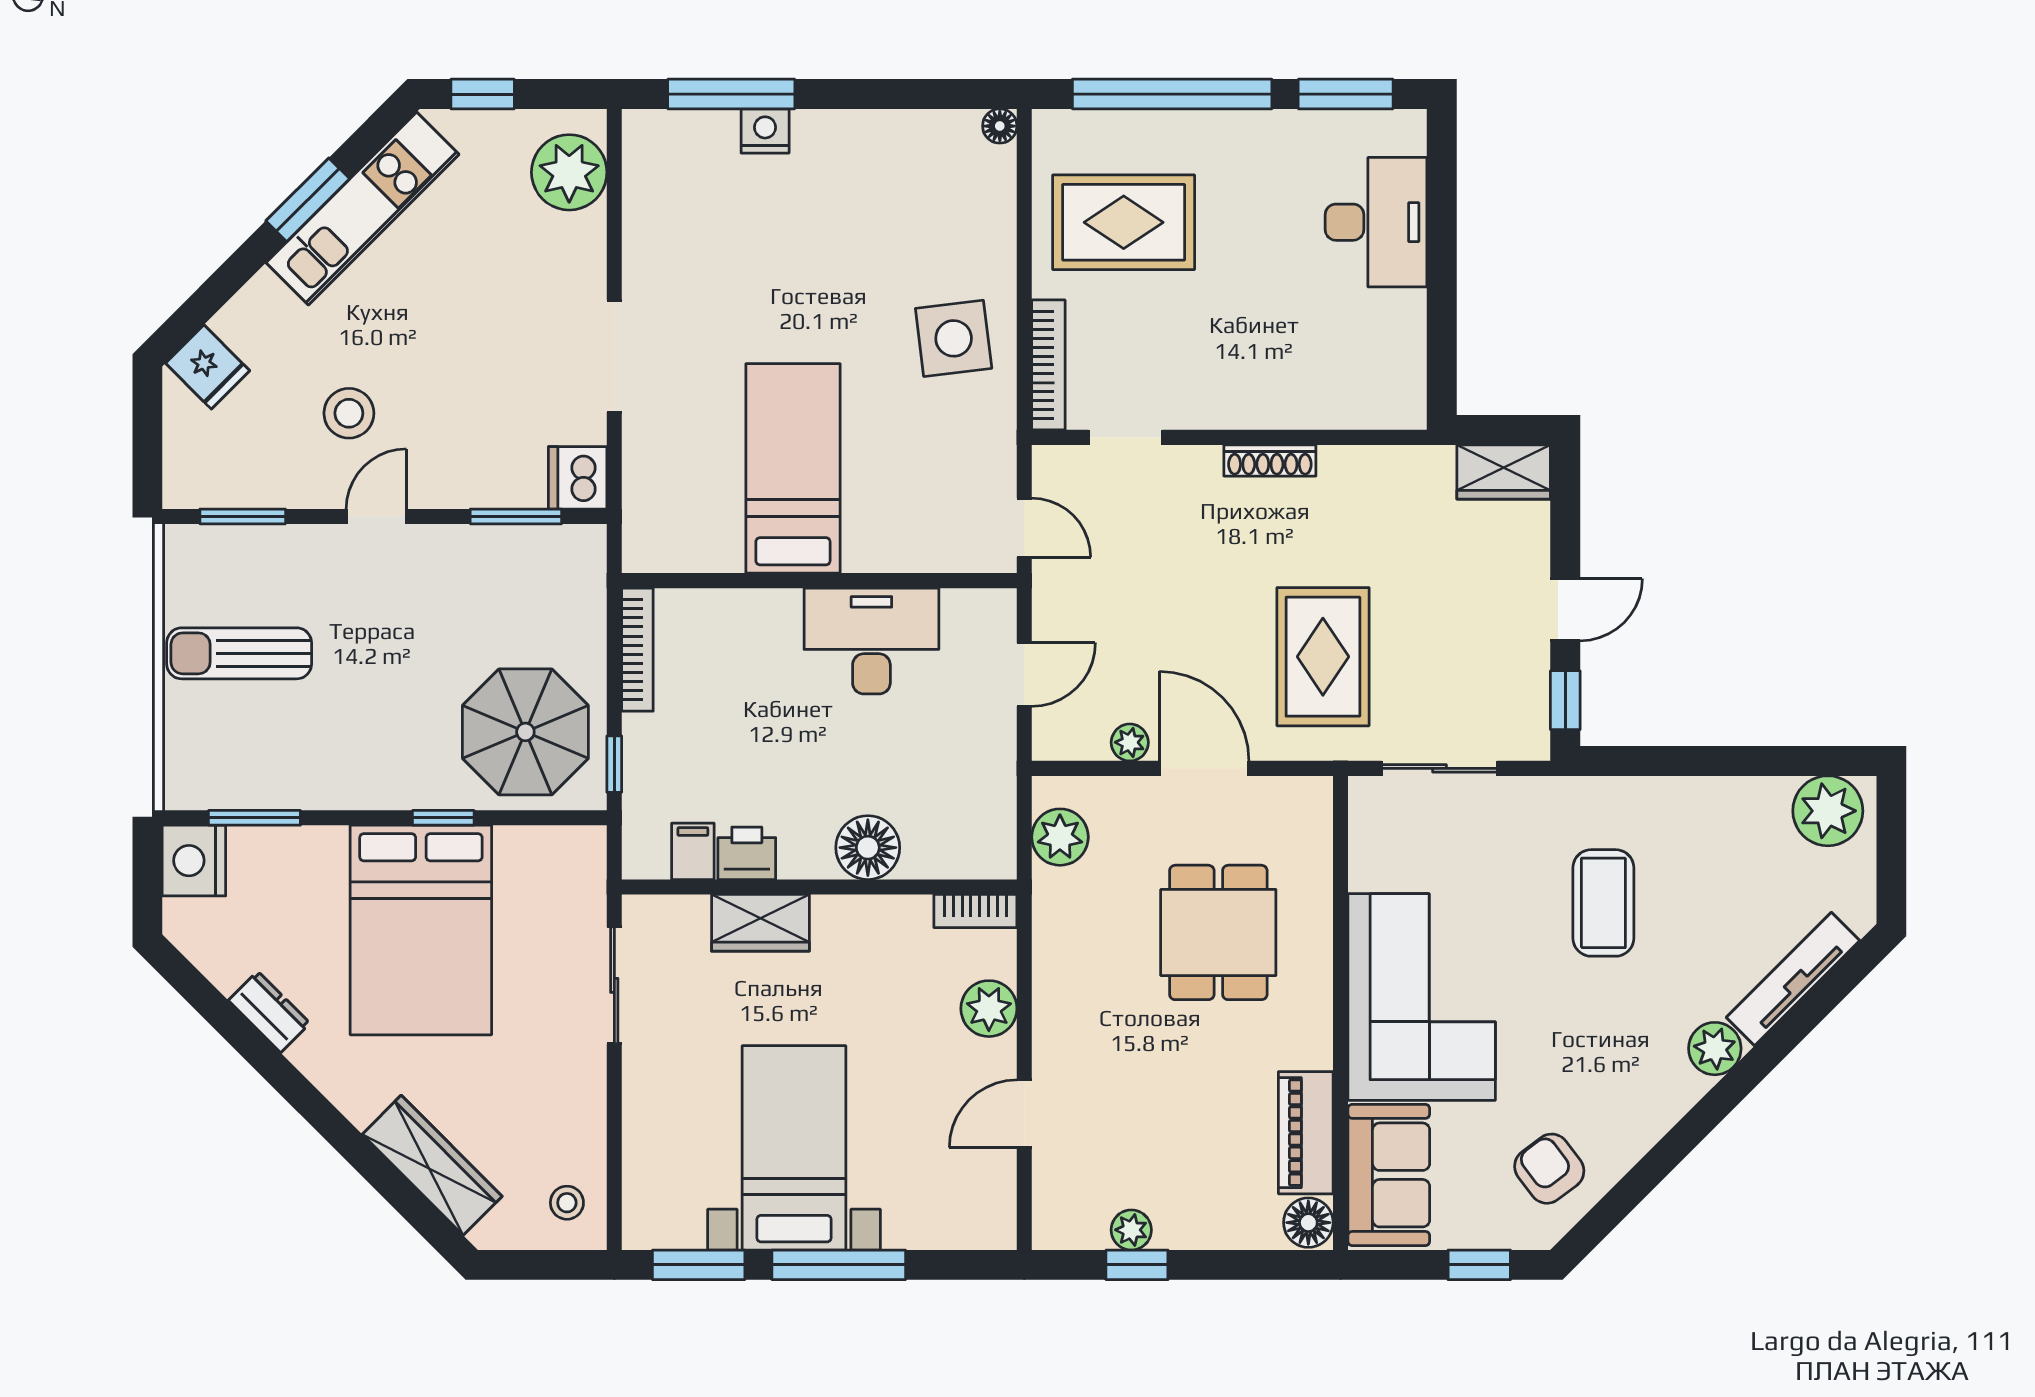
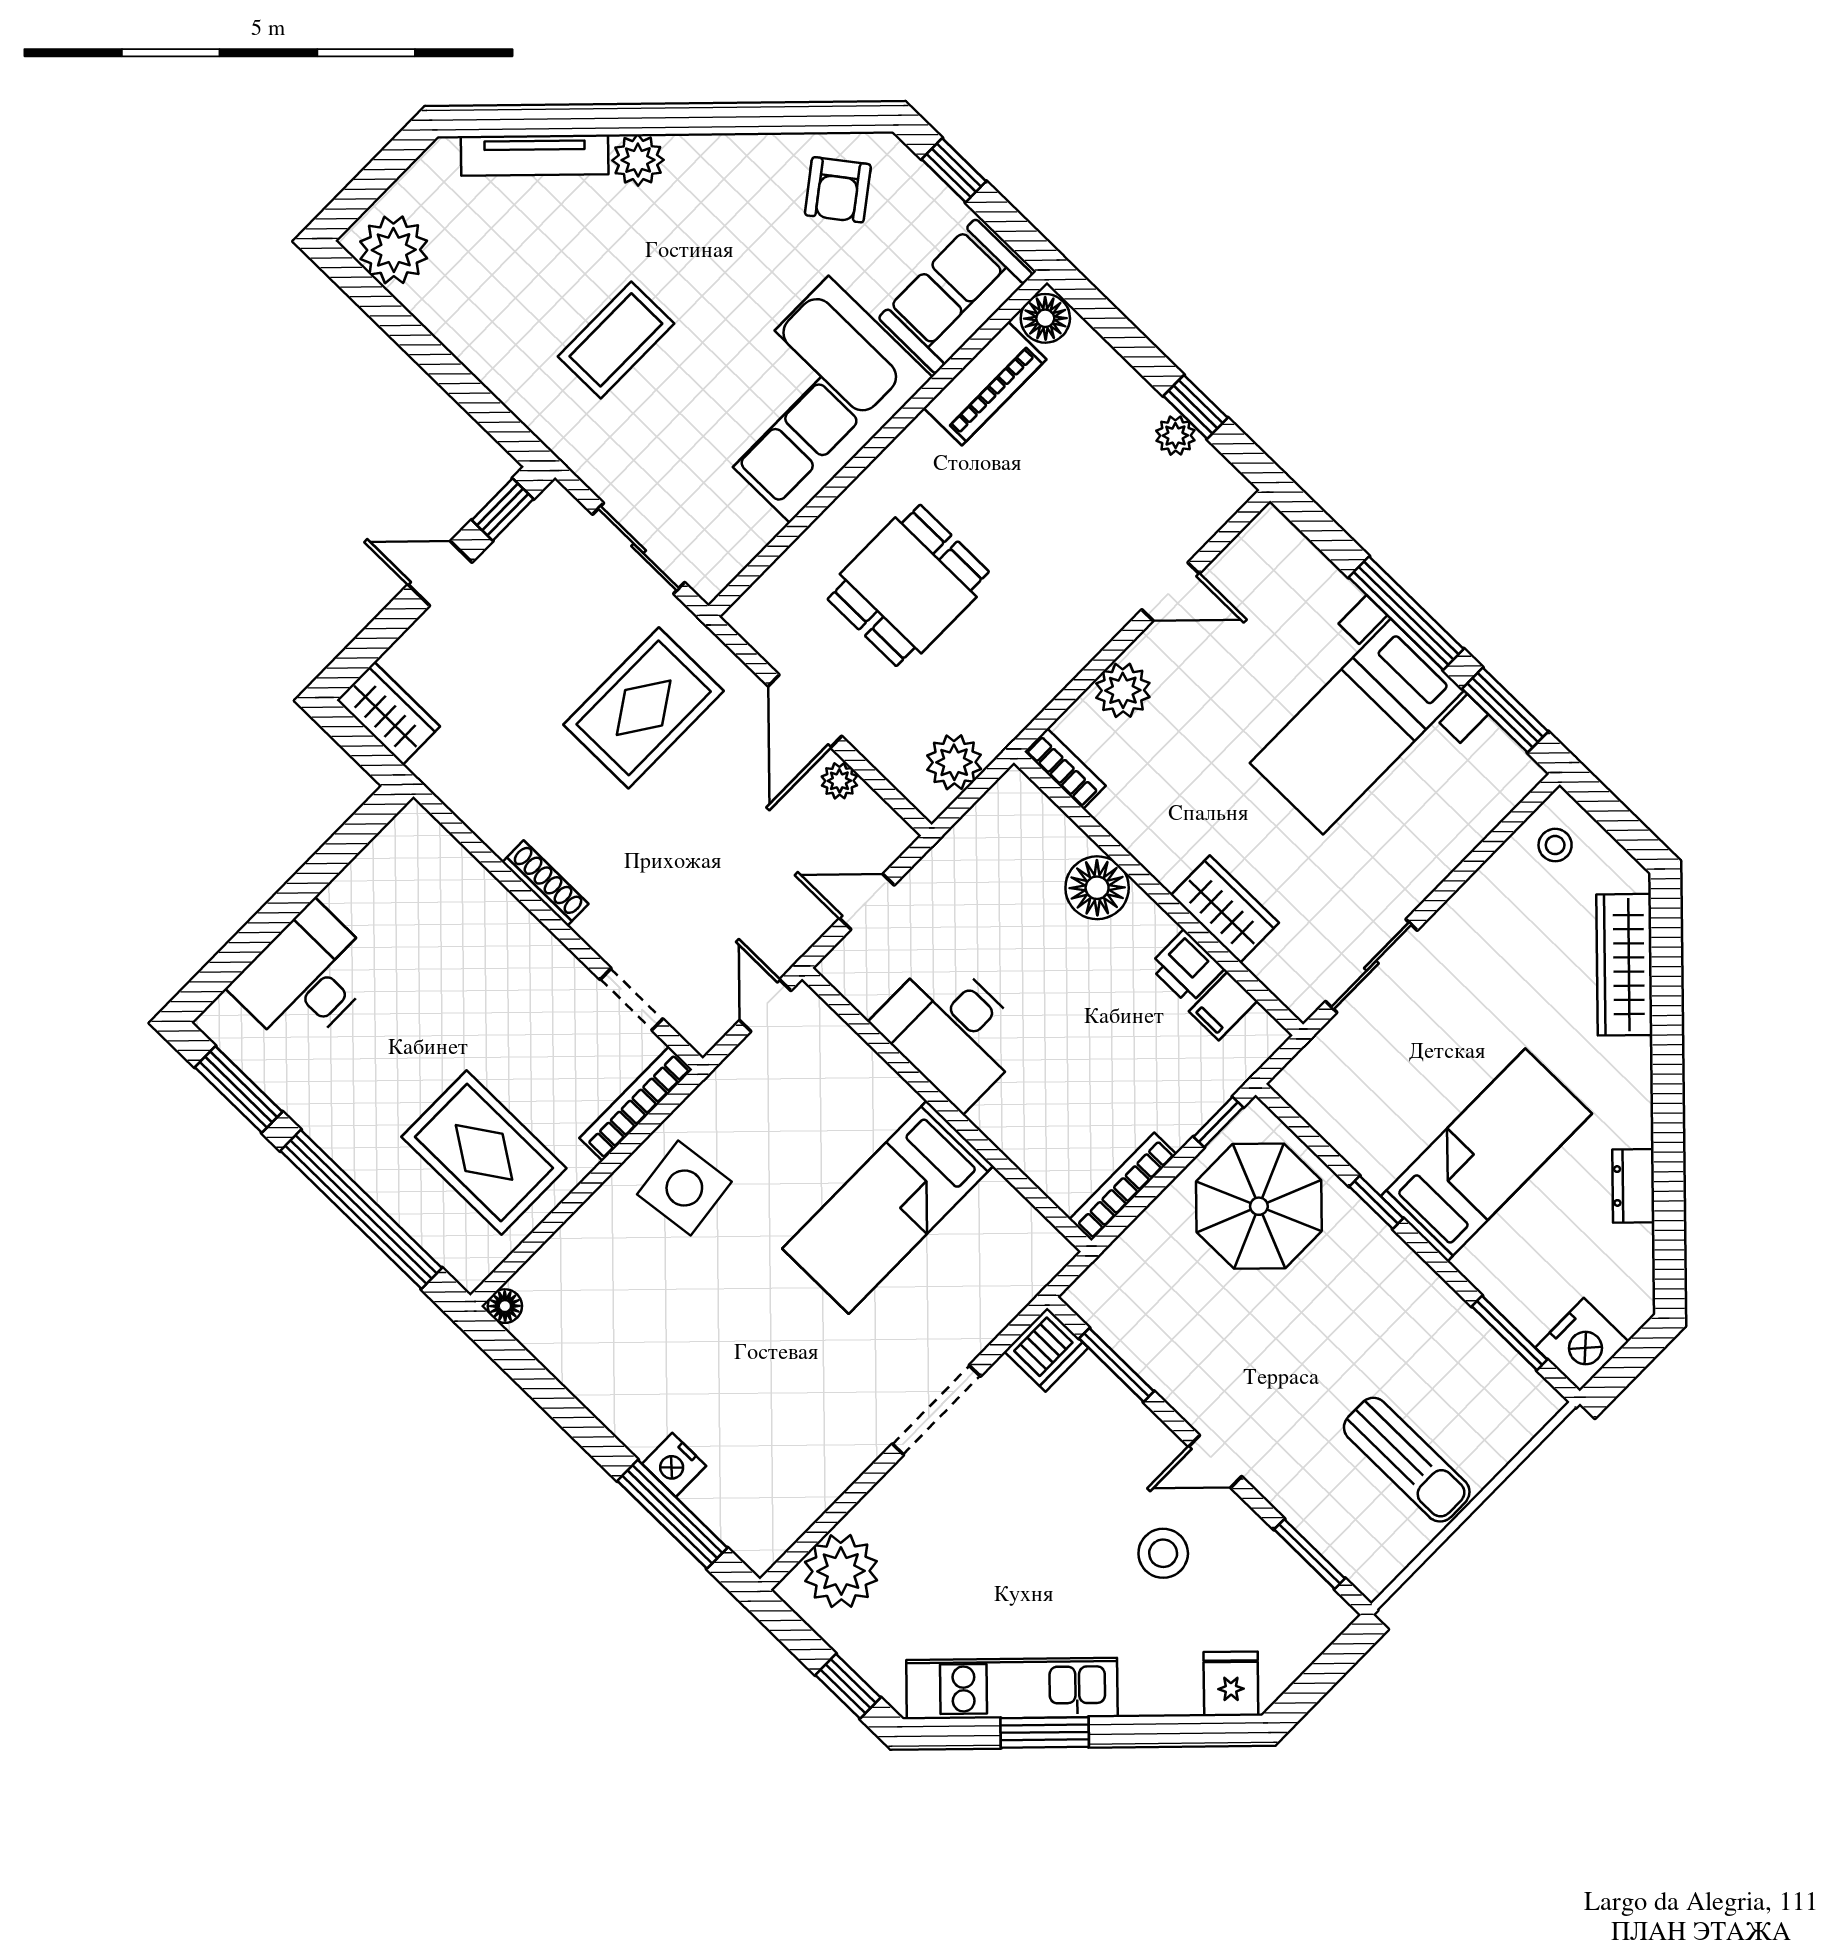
bed: (421, 930) -> (1486, 1155), width x0.67

